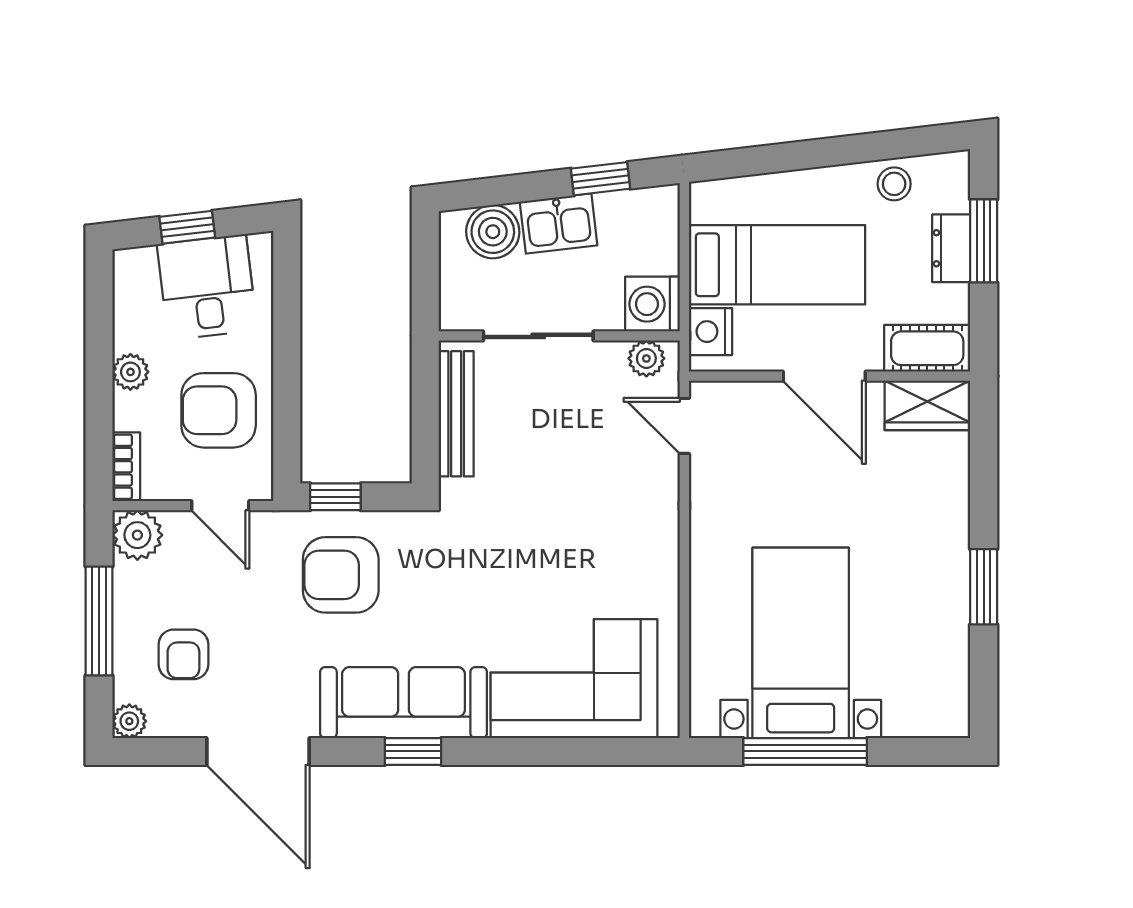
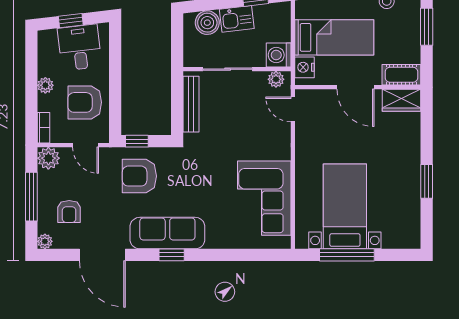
dresser: (951, 248) -> (412, 30), removed
corner sofa: (574, 679) -> (264, 198), moved, turned -90

